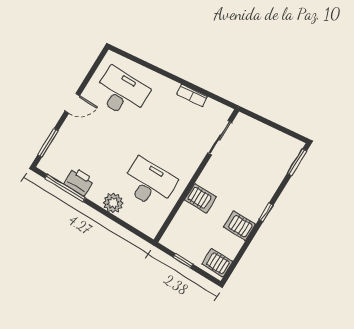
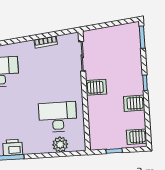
server rack: (200, 198) -> (96, 87), moved
plant: (113, 203) -> (60, 144), moved

